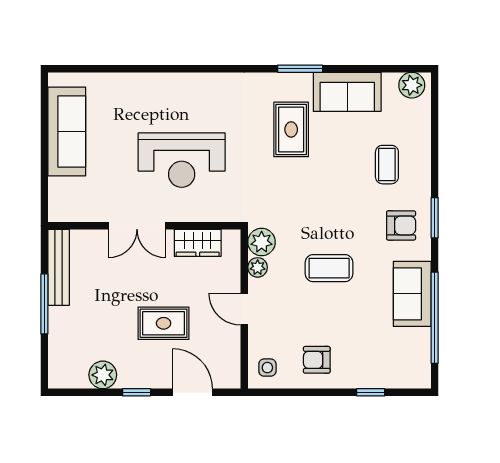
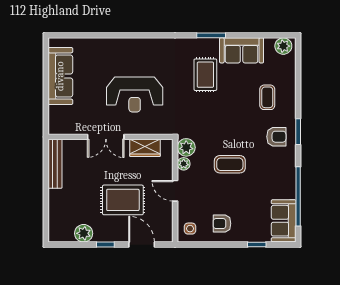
sofa: (412, 294) -> (284, 221), moved
window: (44, 304) -> (46, 187), removed
rug: (164, 323) -> (123, 200), width x1.36, depth x1.43

